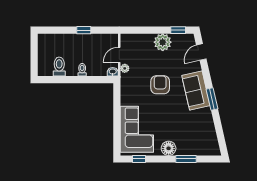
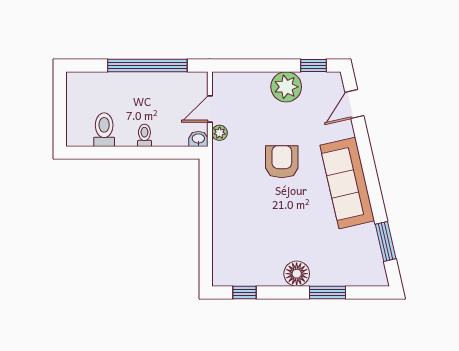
window: (84, 30) -> (147, 65), width x3.17
sofa: (196, 91) -> (347, 183), width x1.36
window: (212, 99) -> (386, 241), moved
corner sofa: (137, 129) -> (241, 240), removed

